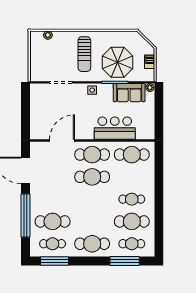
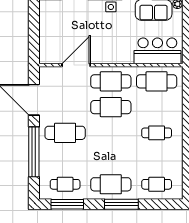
bar counter: (115, 128) -> (157, 51), moved
cafe table: (53, 221) -> (65, 133), moved
cafe table: (132, 221) -> (157, 159), removed
window: (125, 261) -> (121, 204), moved

